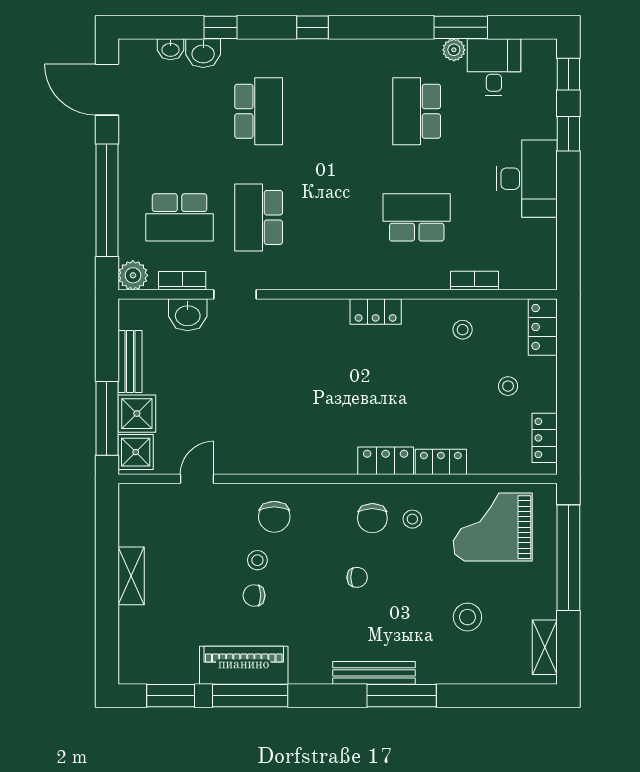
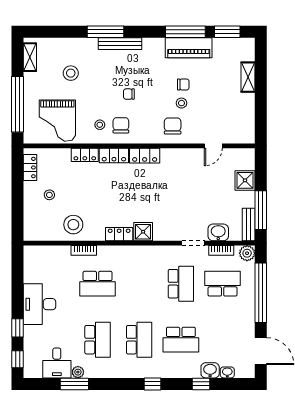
school desk: (259, 111) -> (181, 340), turned -90
school desk: (338, 111) -> (139, 340), added
bookcase: (475, 281) -> (84, 250), moved
locker: (543, 327) -> (145, 156), moved, turned 90
stool: (463, 330) -> (73, 225), width x1.89, depth x1.89
bench: (130, 361) -> (249, 225), moved
window: (107, 418) -> (261, 210), moved
shower: (136, 452) -> (143, 232), moved
grand piano: (493, 527) -> (57, 121), turned 90
shelving: (131, 576) -> (248, 77), moved

